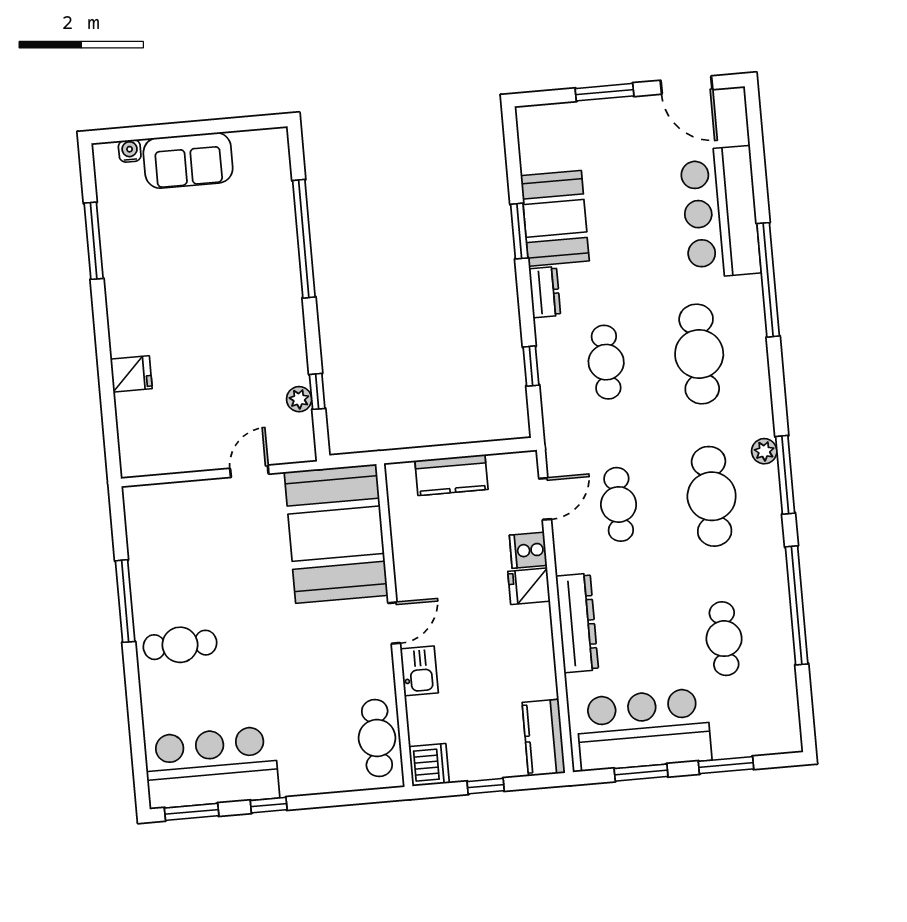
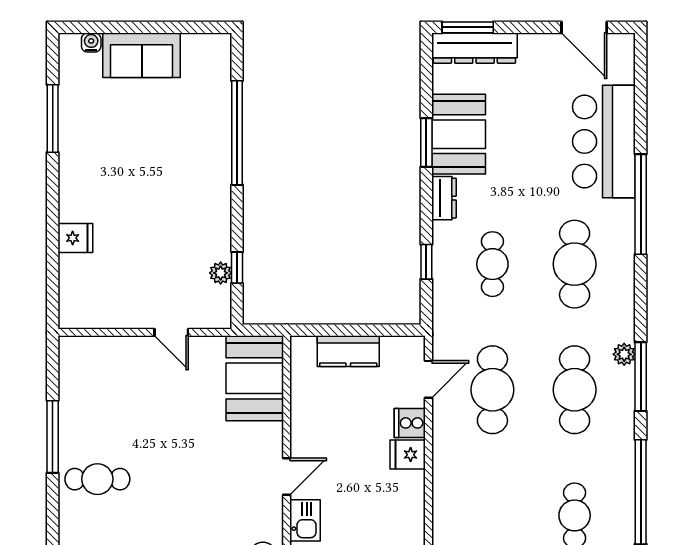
window: (605, 92) -> (468, 27), moved
door: (249, 471) -> (171, 332), swing flipped
cafe table: (619, 504) -> (492, 390), width x1.37, depth x1.35
booth: (336, 534) -> (255, 378), width x0.73, depth x0.70
dresser: (577, 623) -> (474, 48), moved, turned 90

